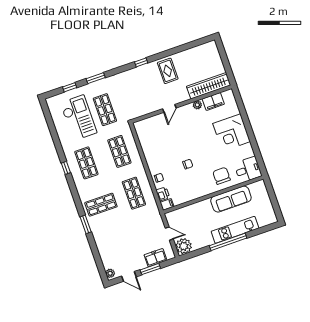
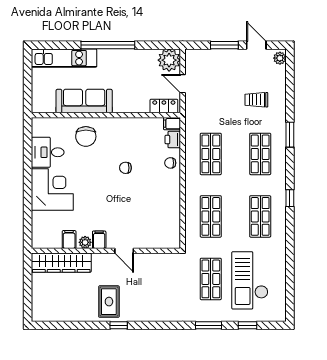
window: (141, 62) -> (119, 325), moved
filing cabinet: (213, 101) -> (69, 239), width x0.50
door: (169, 108) -> (124, 251), swing flipped
filing cabinet: (189, 110) -> (99, 240), added
window: (66, 168) -> (290, 198), moved
desk: (248, 170) -> (48, 152), moved
shop shelf: (101, 205) -> (260, 154), turned 90
locker: (176, 214) -> (164, 106), added
kitchen unit: (235, 230) -> (64, 58), moved
trolley: (116, 240) -> (256, 100), added
freezer: (155, 258) -> (212, 58), removed

